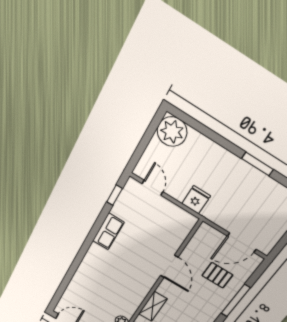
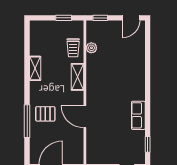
pallet: (217, 275) -> (45, 114), moved

